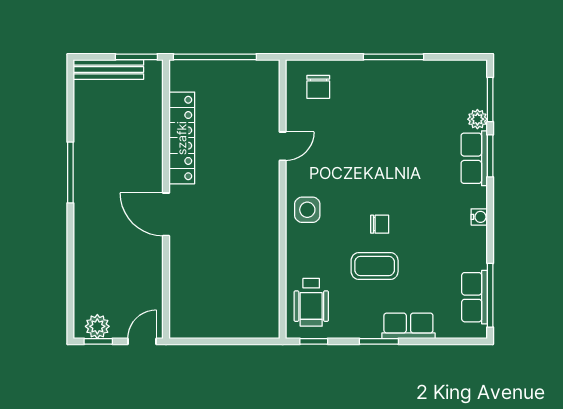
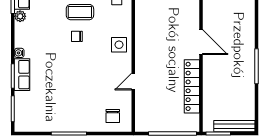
chair: (318, 87) -> (113, 116), turned 180
plant: (477, 119) -> (20, 16), moved
water cooler: (479, 217) -> (19, 53), moved

